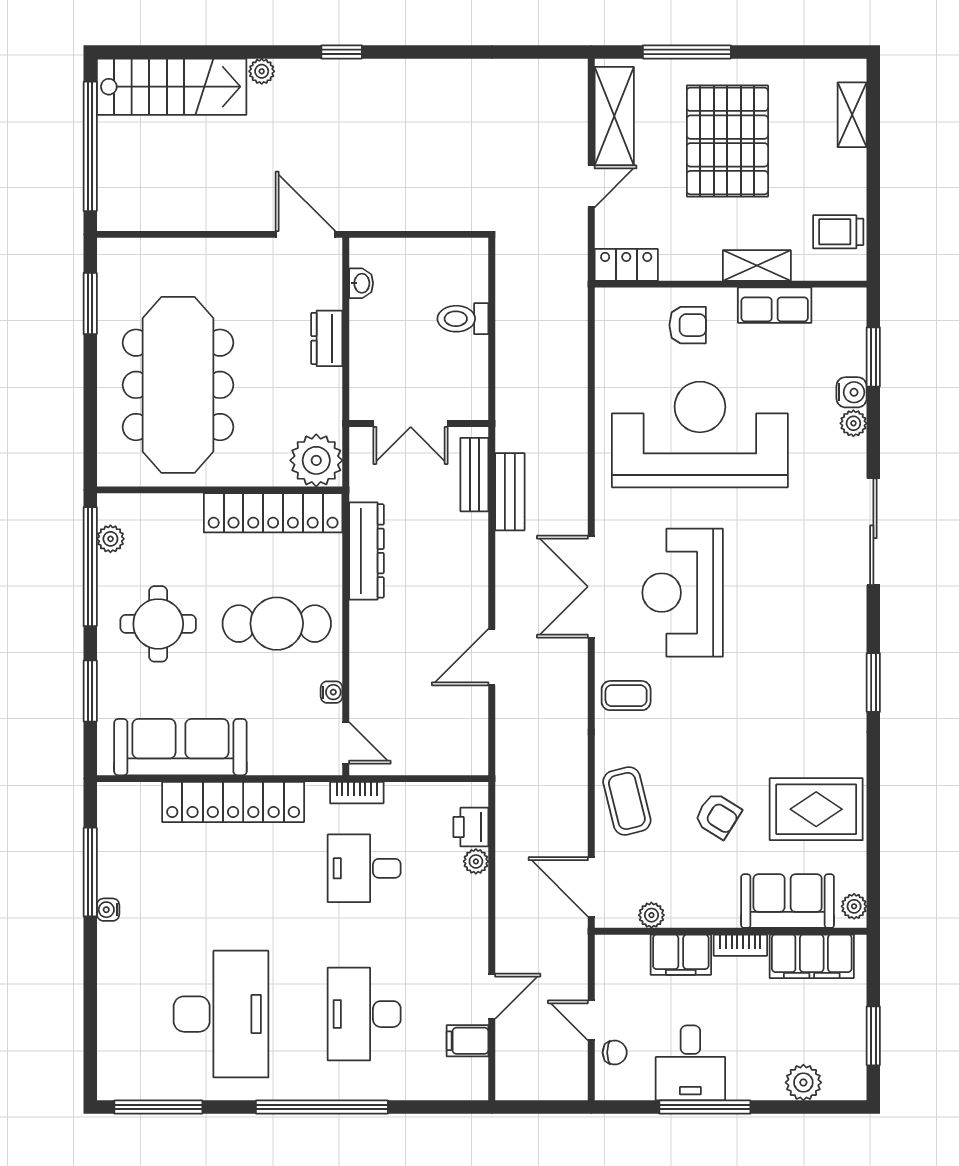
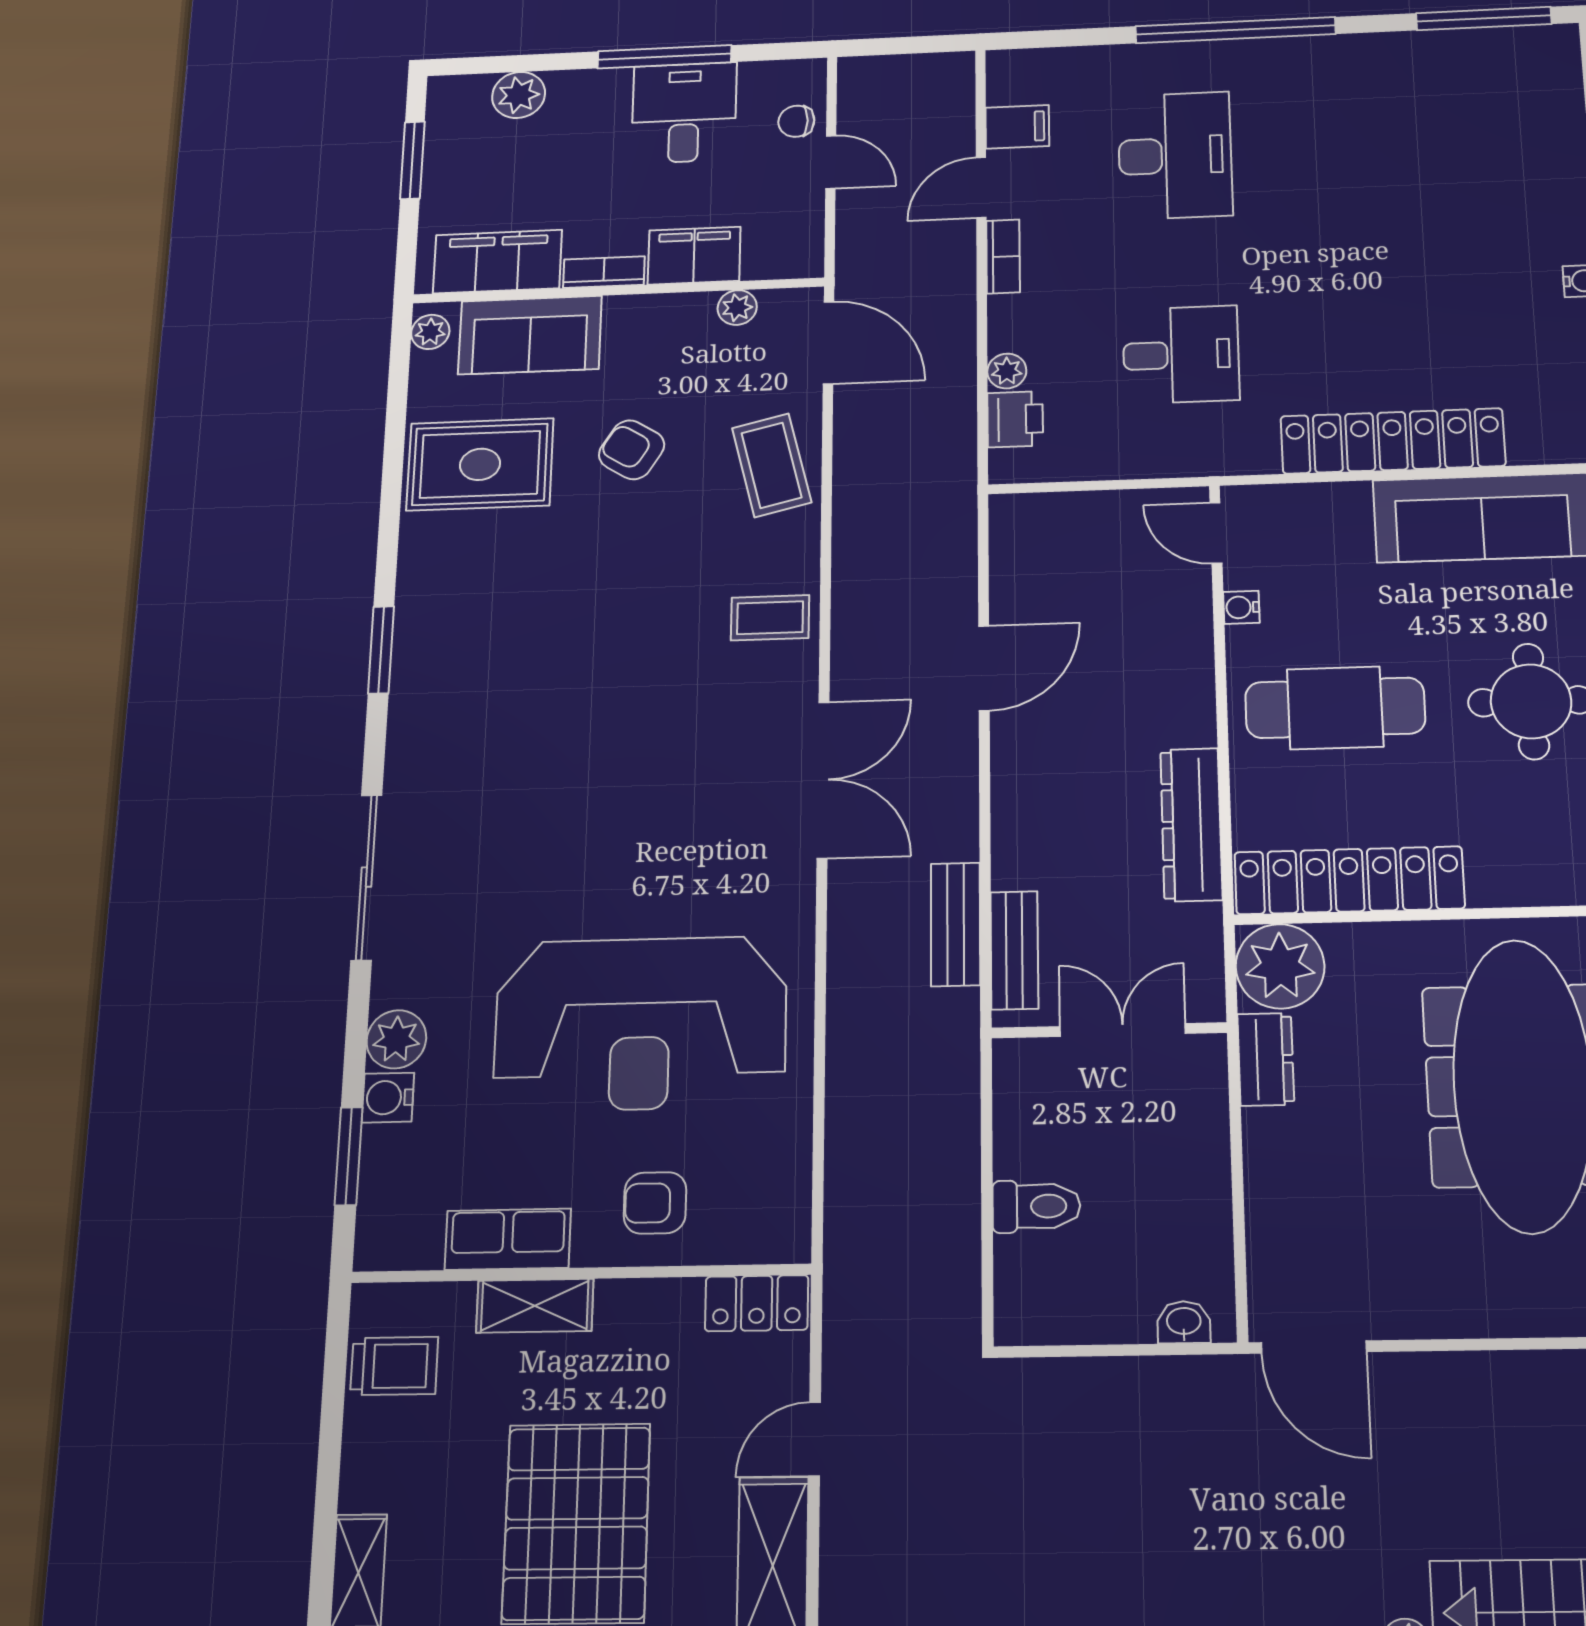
washbasin: (361, 283) -> (1184, 1322), moved, turned 90
dresser: (327, 338) -> (1266, 1059), moved
plant: (853, 423) -> (396, 1039), width x1.38, depth x1.38
reception desk: (683, 593) -> (676, 775), removed
bookcase: (357, 793) -> (1003, 256), moved, turned 90
desk: (221, 1014) -> (1395, 146), removed

